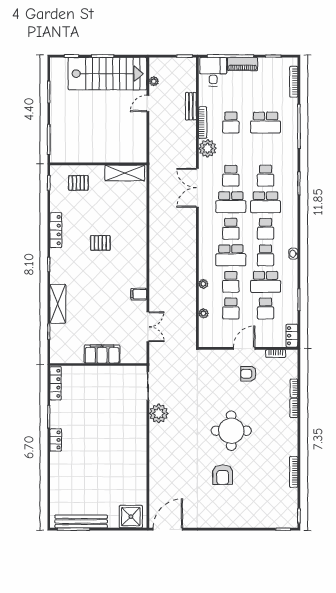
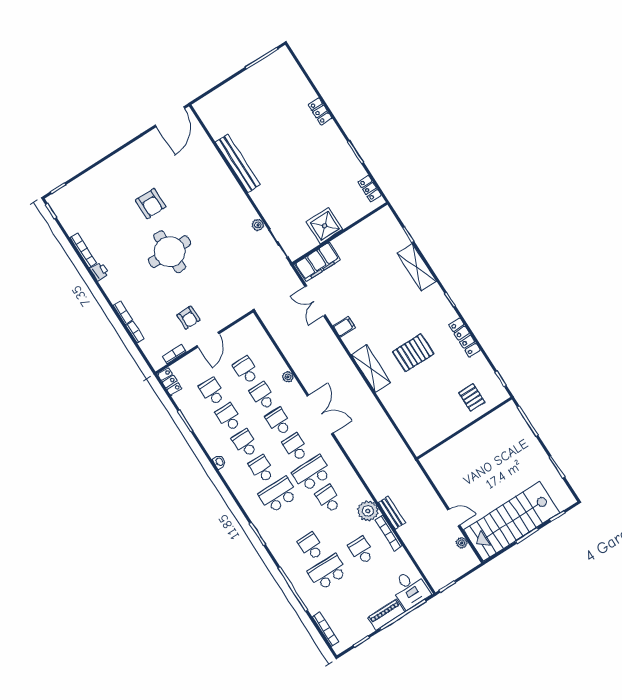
door: (148, 103) -> (454, 518), hinge flipped
bench: (191, 106) -> (392, 513), moved
shelving: (125, 173) -> (371, 369), moved, turned 90
school desk: (266, 176) -> (311, 546), moved
pallet: (78, 183) -> (472, 397), turned 90
double door: (197, 188) -> (320, 414), moved
pallet: (100, 243) -> (413, 353), width x1.50, depth x1.42
school desk: (231, 255) -> (279, 422), width x0.54
school desk: (266, 282) -> (229, 417), width x0.54
plant: (204, 313) -> (269, 348), removed
filing cabinet: (102, 354) -> (318, 262), moved
armchair: (248, 374) -> (188, 318), turned 90
locker: (56, 383) -> (370, 189), width x0.66
plant: (159, 413) -> (258, 225), width x0.53, depth x0.53
locker: (56, 440) -> (320, 111), moved
printer: (292, 449) -> (99, 272), added
armchair: (223, 475) -> (151, 204), turned 180
shower: (131, 517) -> (325, 226), moved
bench: (81, 521) -> (238, 163), moved, turned 90

